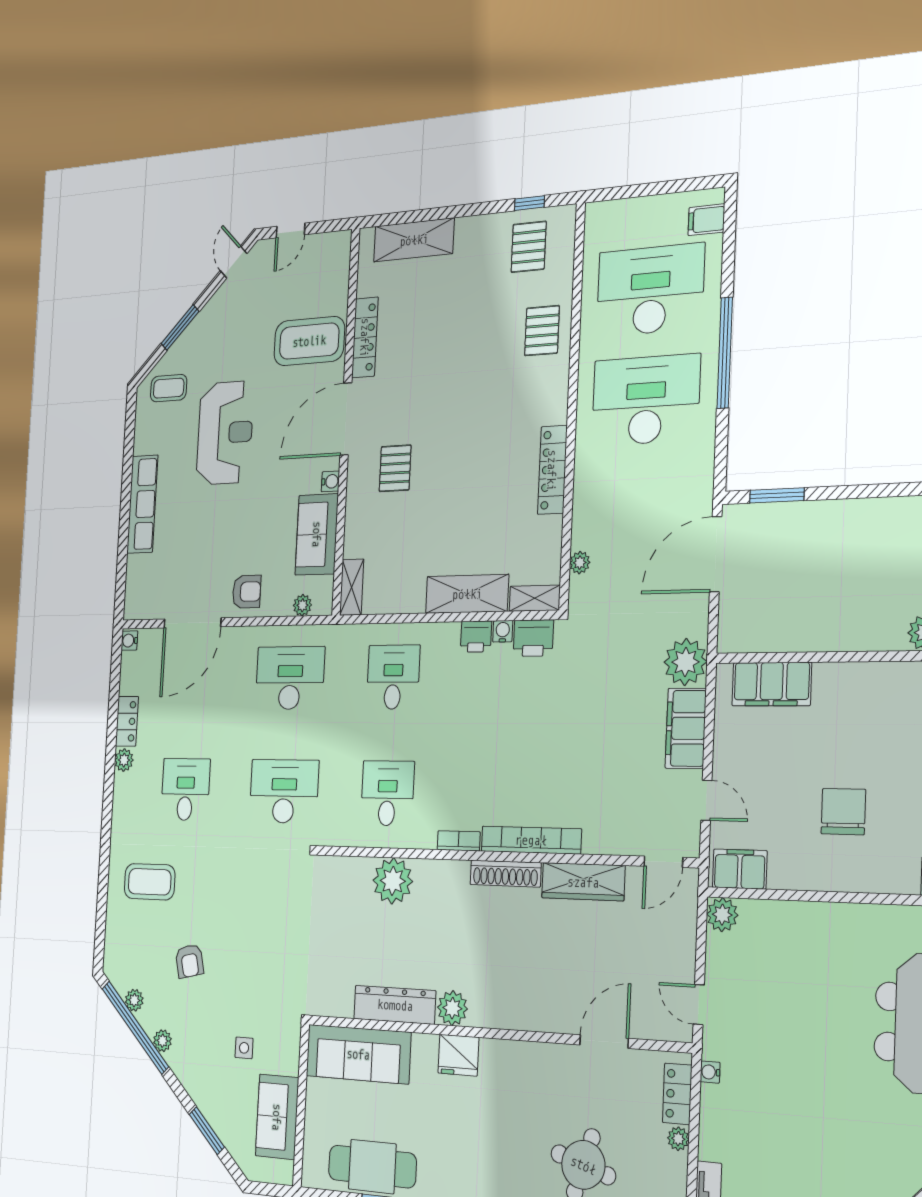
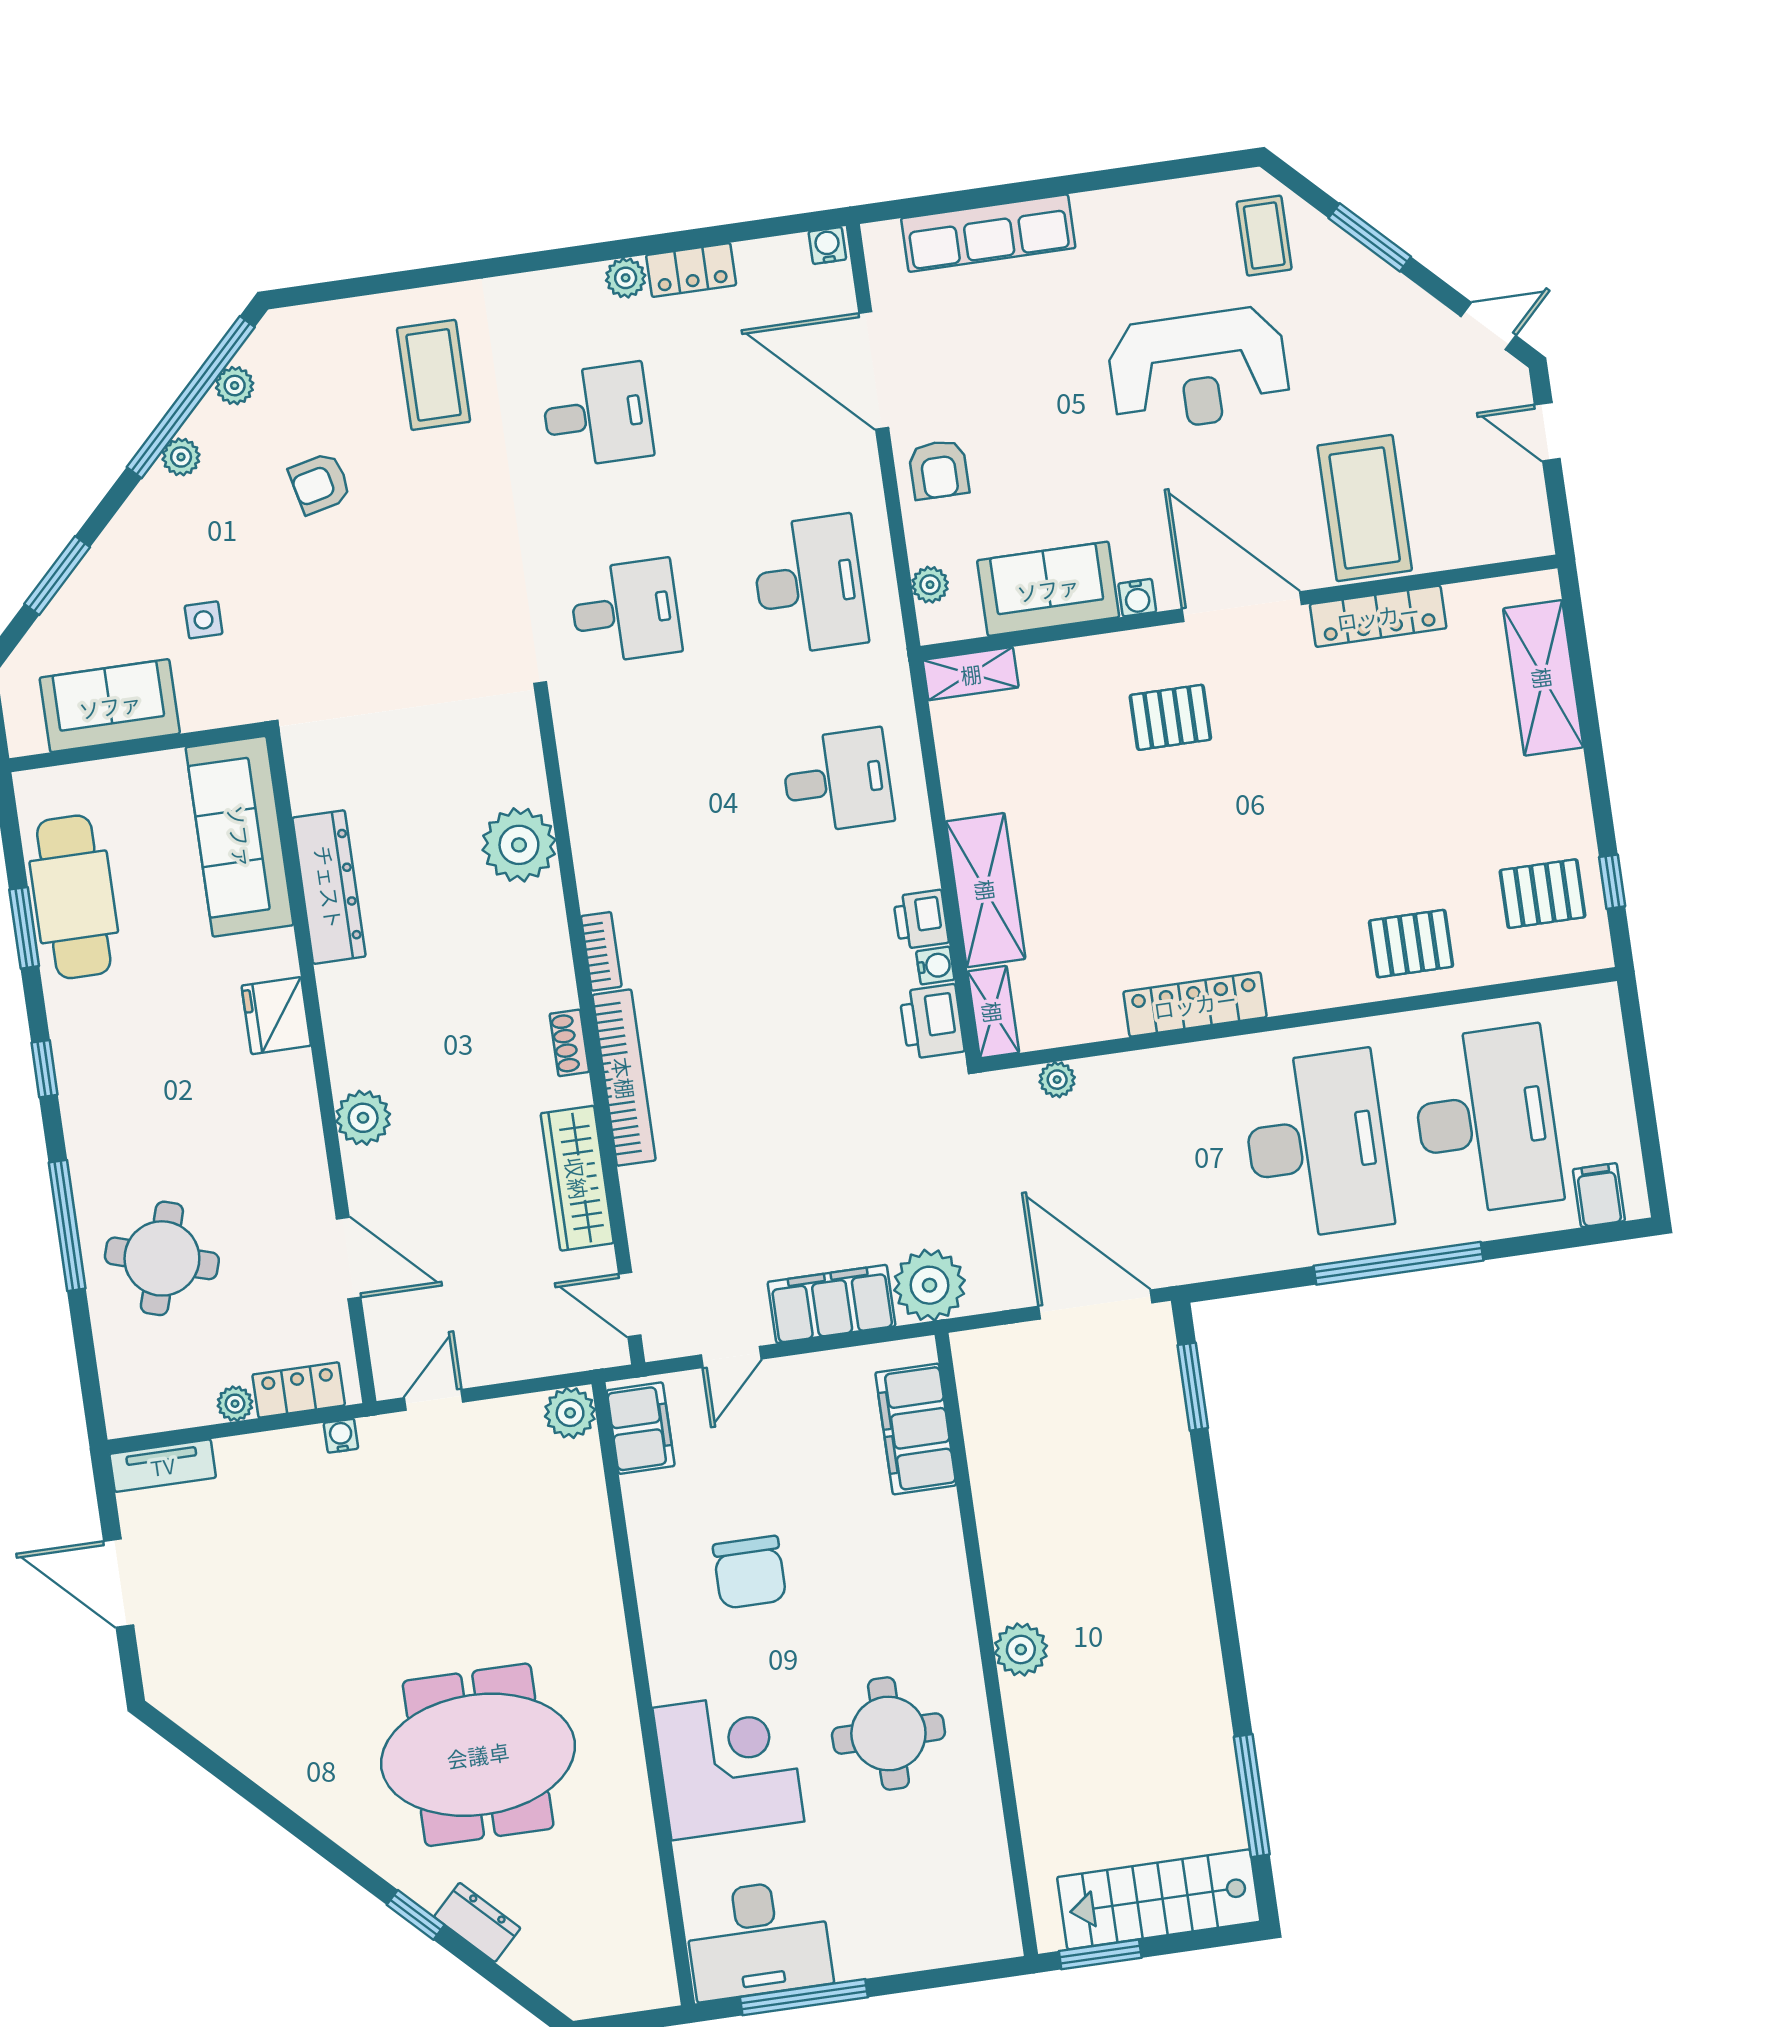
row of seats: (142, 504) -> (988, 233), moved
desk: (284, 791) -> (625, 611), width x0.73
desk: (387, 793) -> (654, 807), removed
chair: (843, 812) -> (750, 1572), turned 90
shoe rack: (505, 874) -> (569, 1043), width x0.51, depth x0.81
plant: (452, 1008) -> (363, 1118), moved

